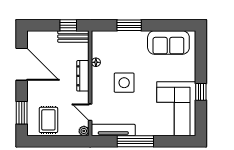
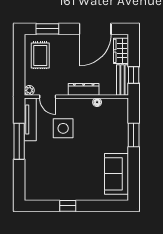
wardrobe: (44, 38) -> (121, 51), added
side table: (124, 83) -> (63, 128), moved
corner sofa: (176, 109) -> (51, 182), removed
door: (90, 112) -> (48, 97), swing flipped
rug: (48, 120) -> (40, 55), turned 90

